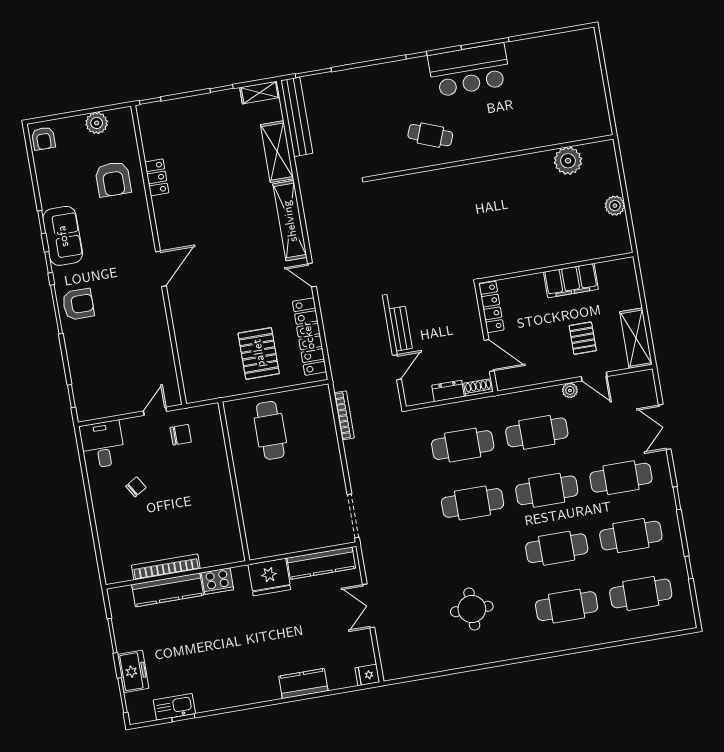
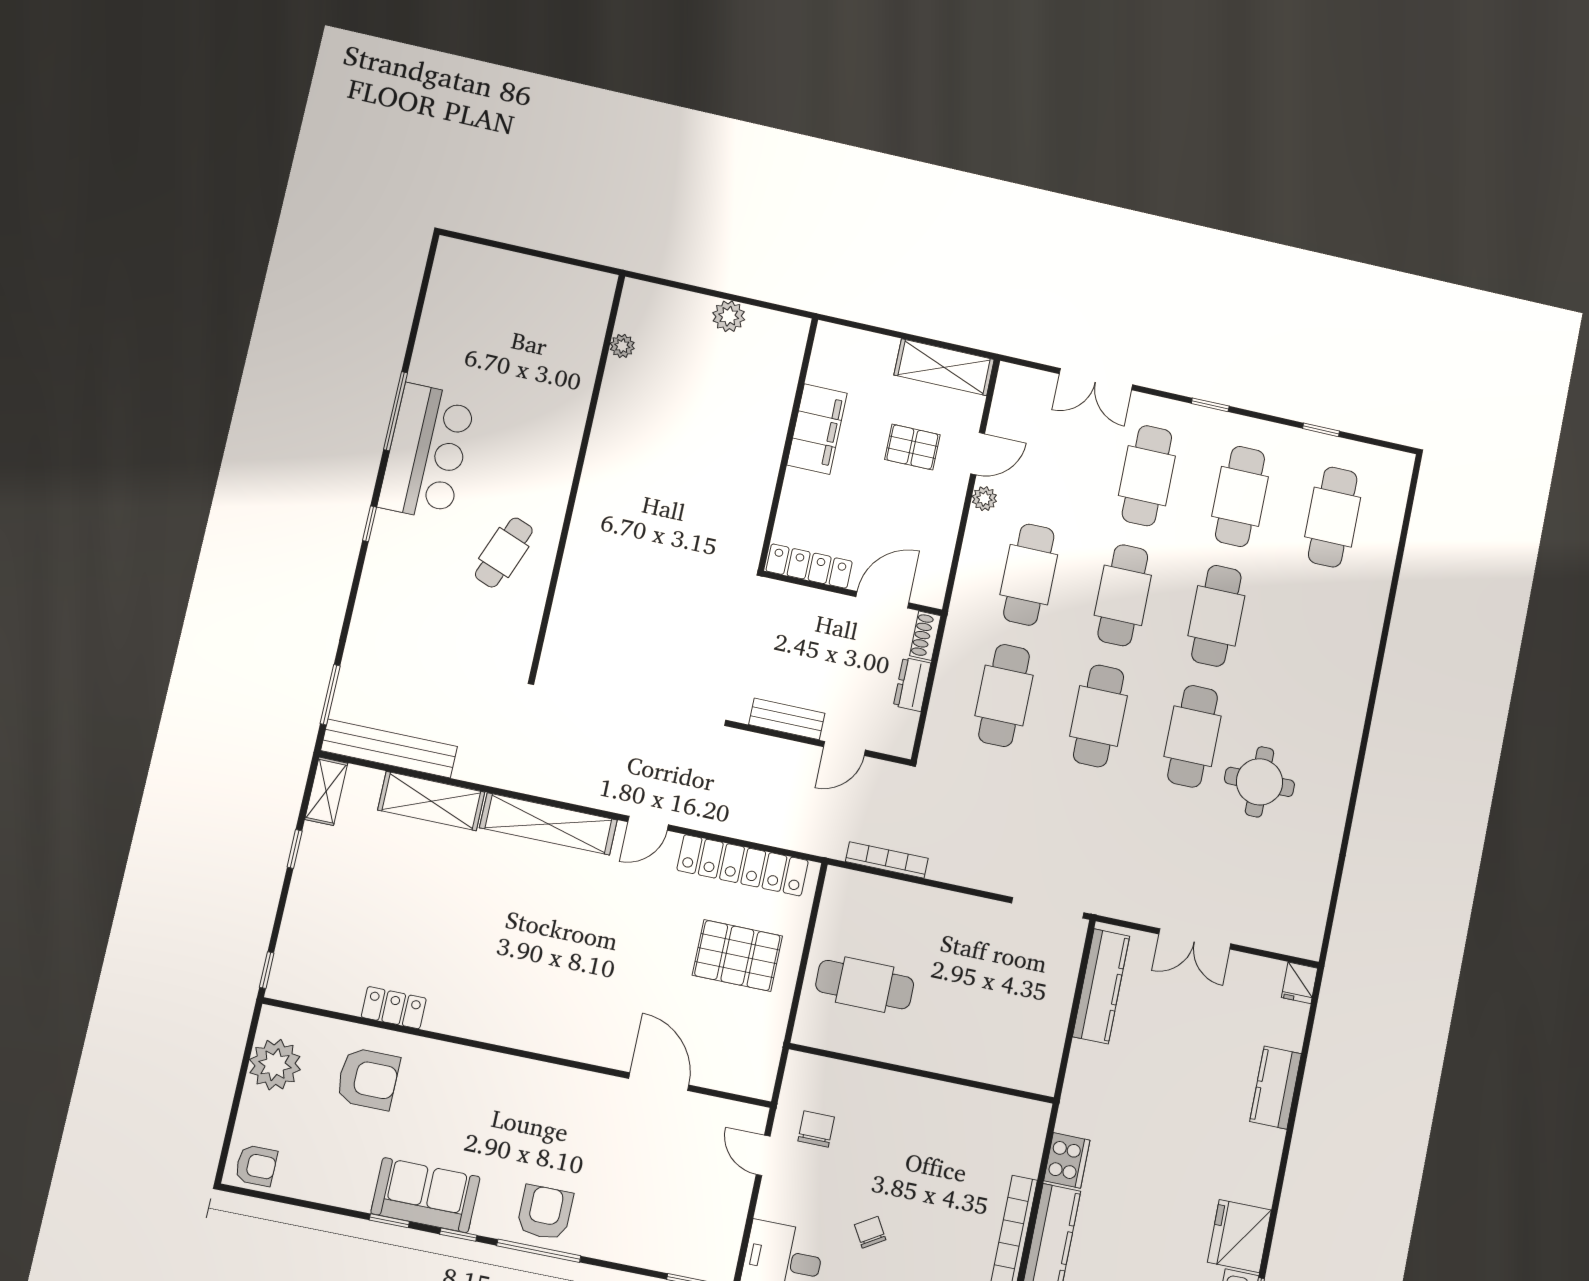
plant: (97, 123) -> (275, 1065), width x1.36, depth x1.36
plant: (568, 161) -> (622, 346), width x0.53, depth x0.53
door: (161, 269) -> (659, 1082), moved
door: (397, 367) -> (844, 748), swing flipped
fridge: (269, 577) -> (1239, 1236), moved, turned 180
cafe table: (567, 606) -> (1193, 736), moved

